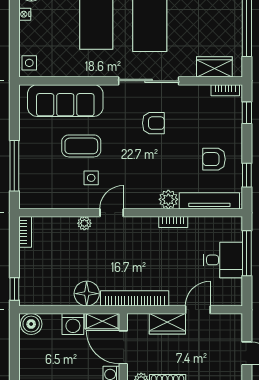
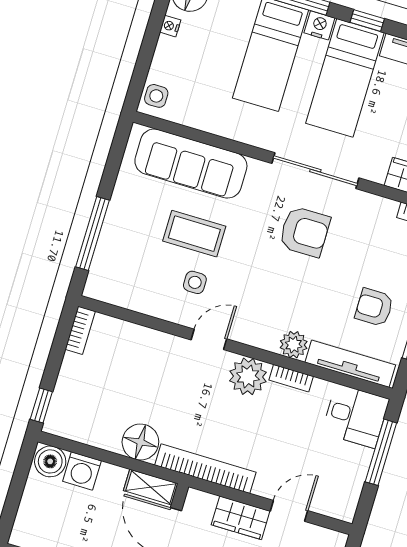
armchair: (153, 123) -> (305, 232), width x1.38, depth x1.38
plant: (84, 223) -> (248, 376), moved, width x1.87, depth x1.87
desk: (223, 260) -> (355, 416), moved
washing machine: (73, 324) -> (82, 471), moved

